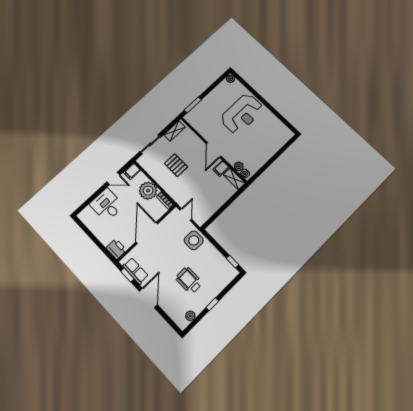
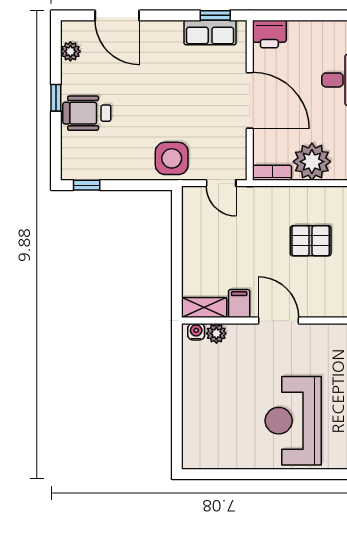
wheelchair: (189, 280) -> (87, 113), moved, turned 180
door: (148, 298) -> (117, 15), moved

